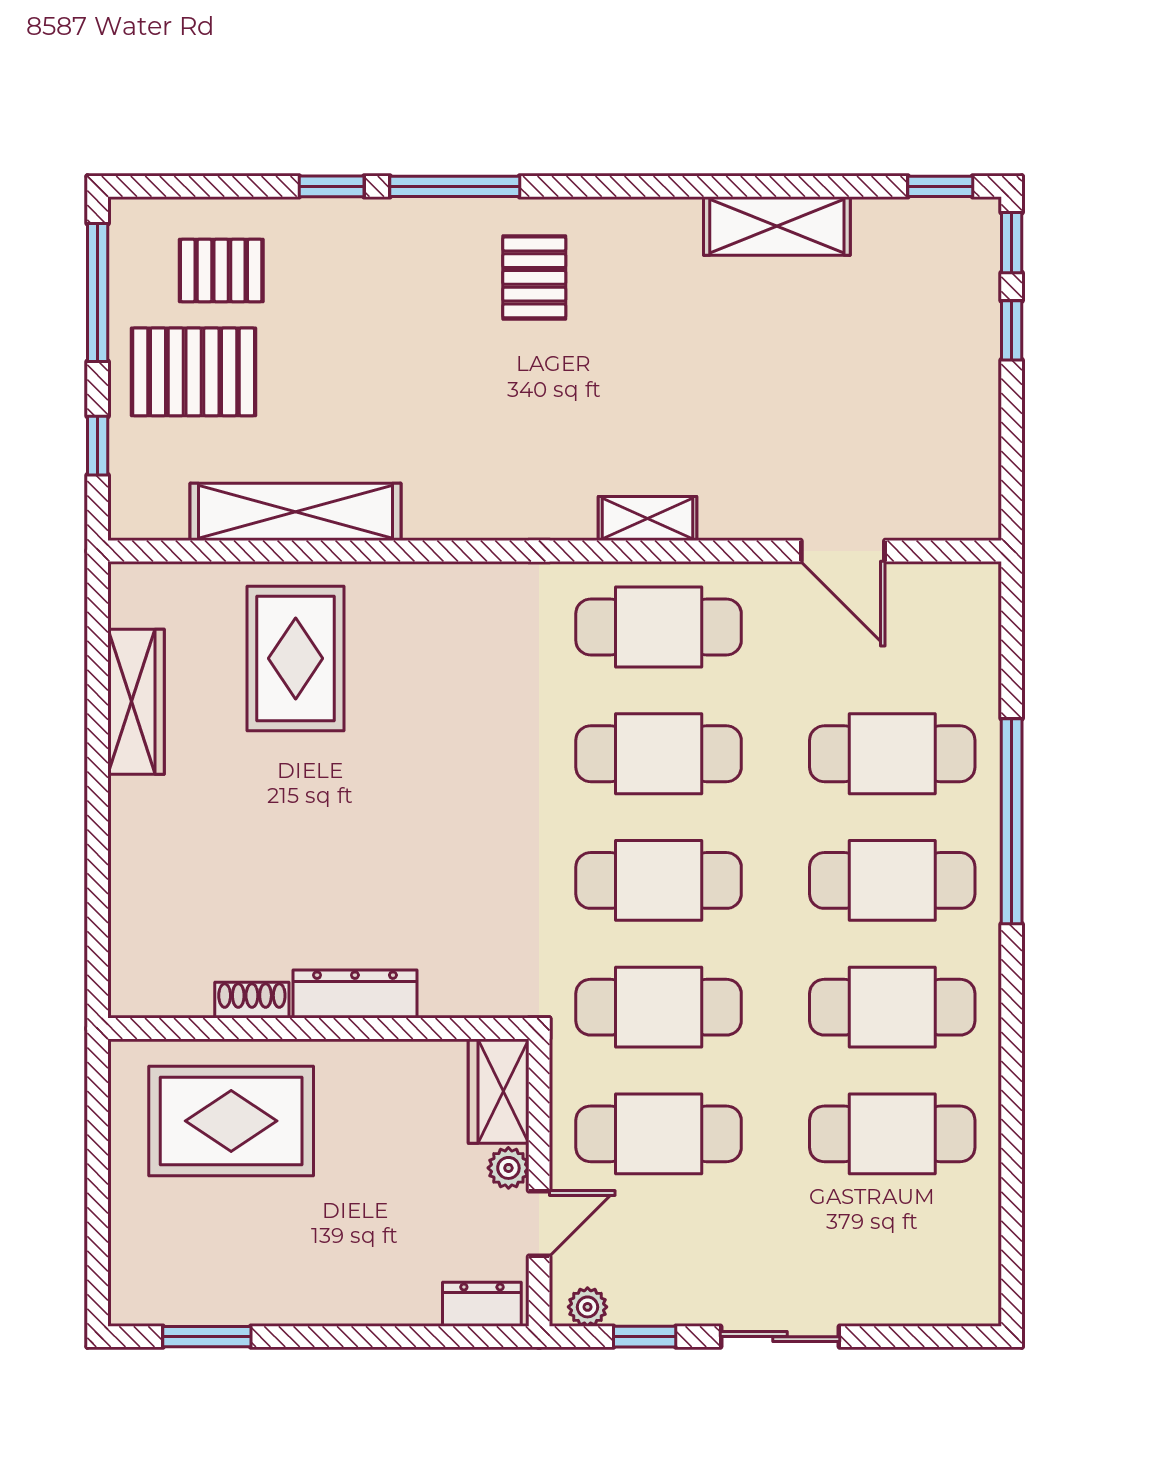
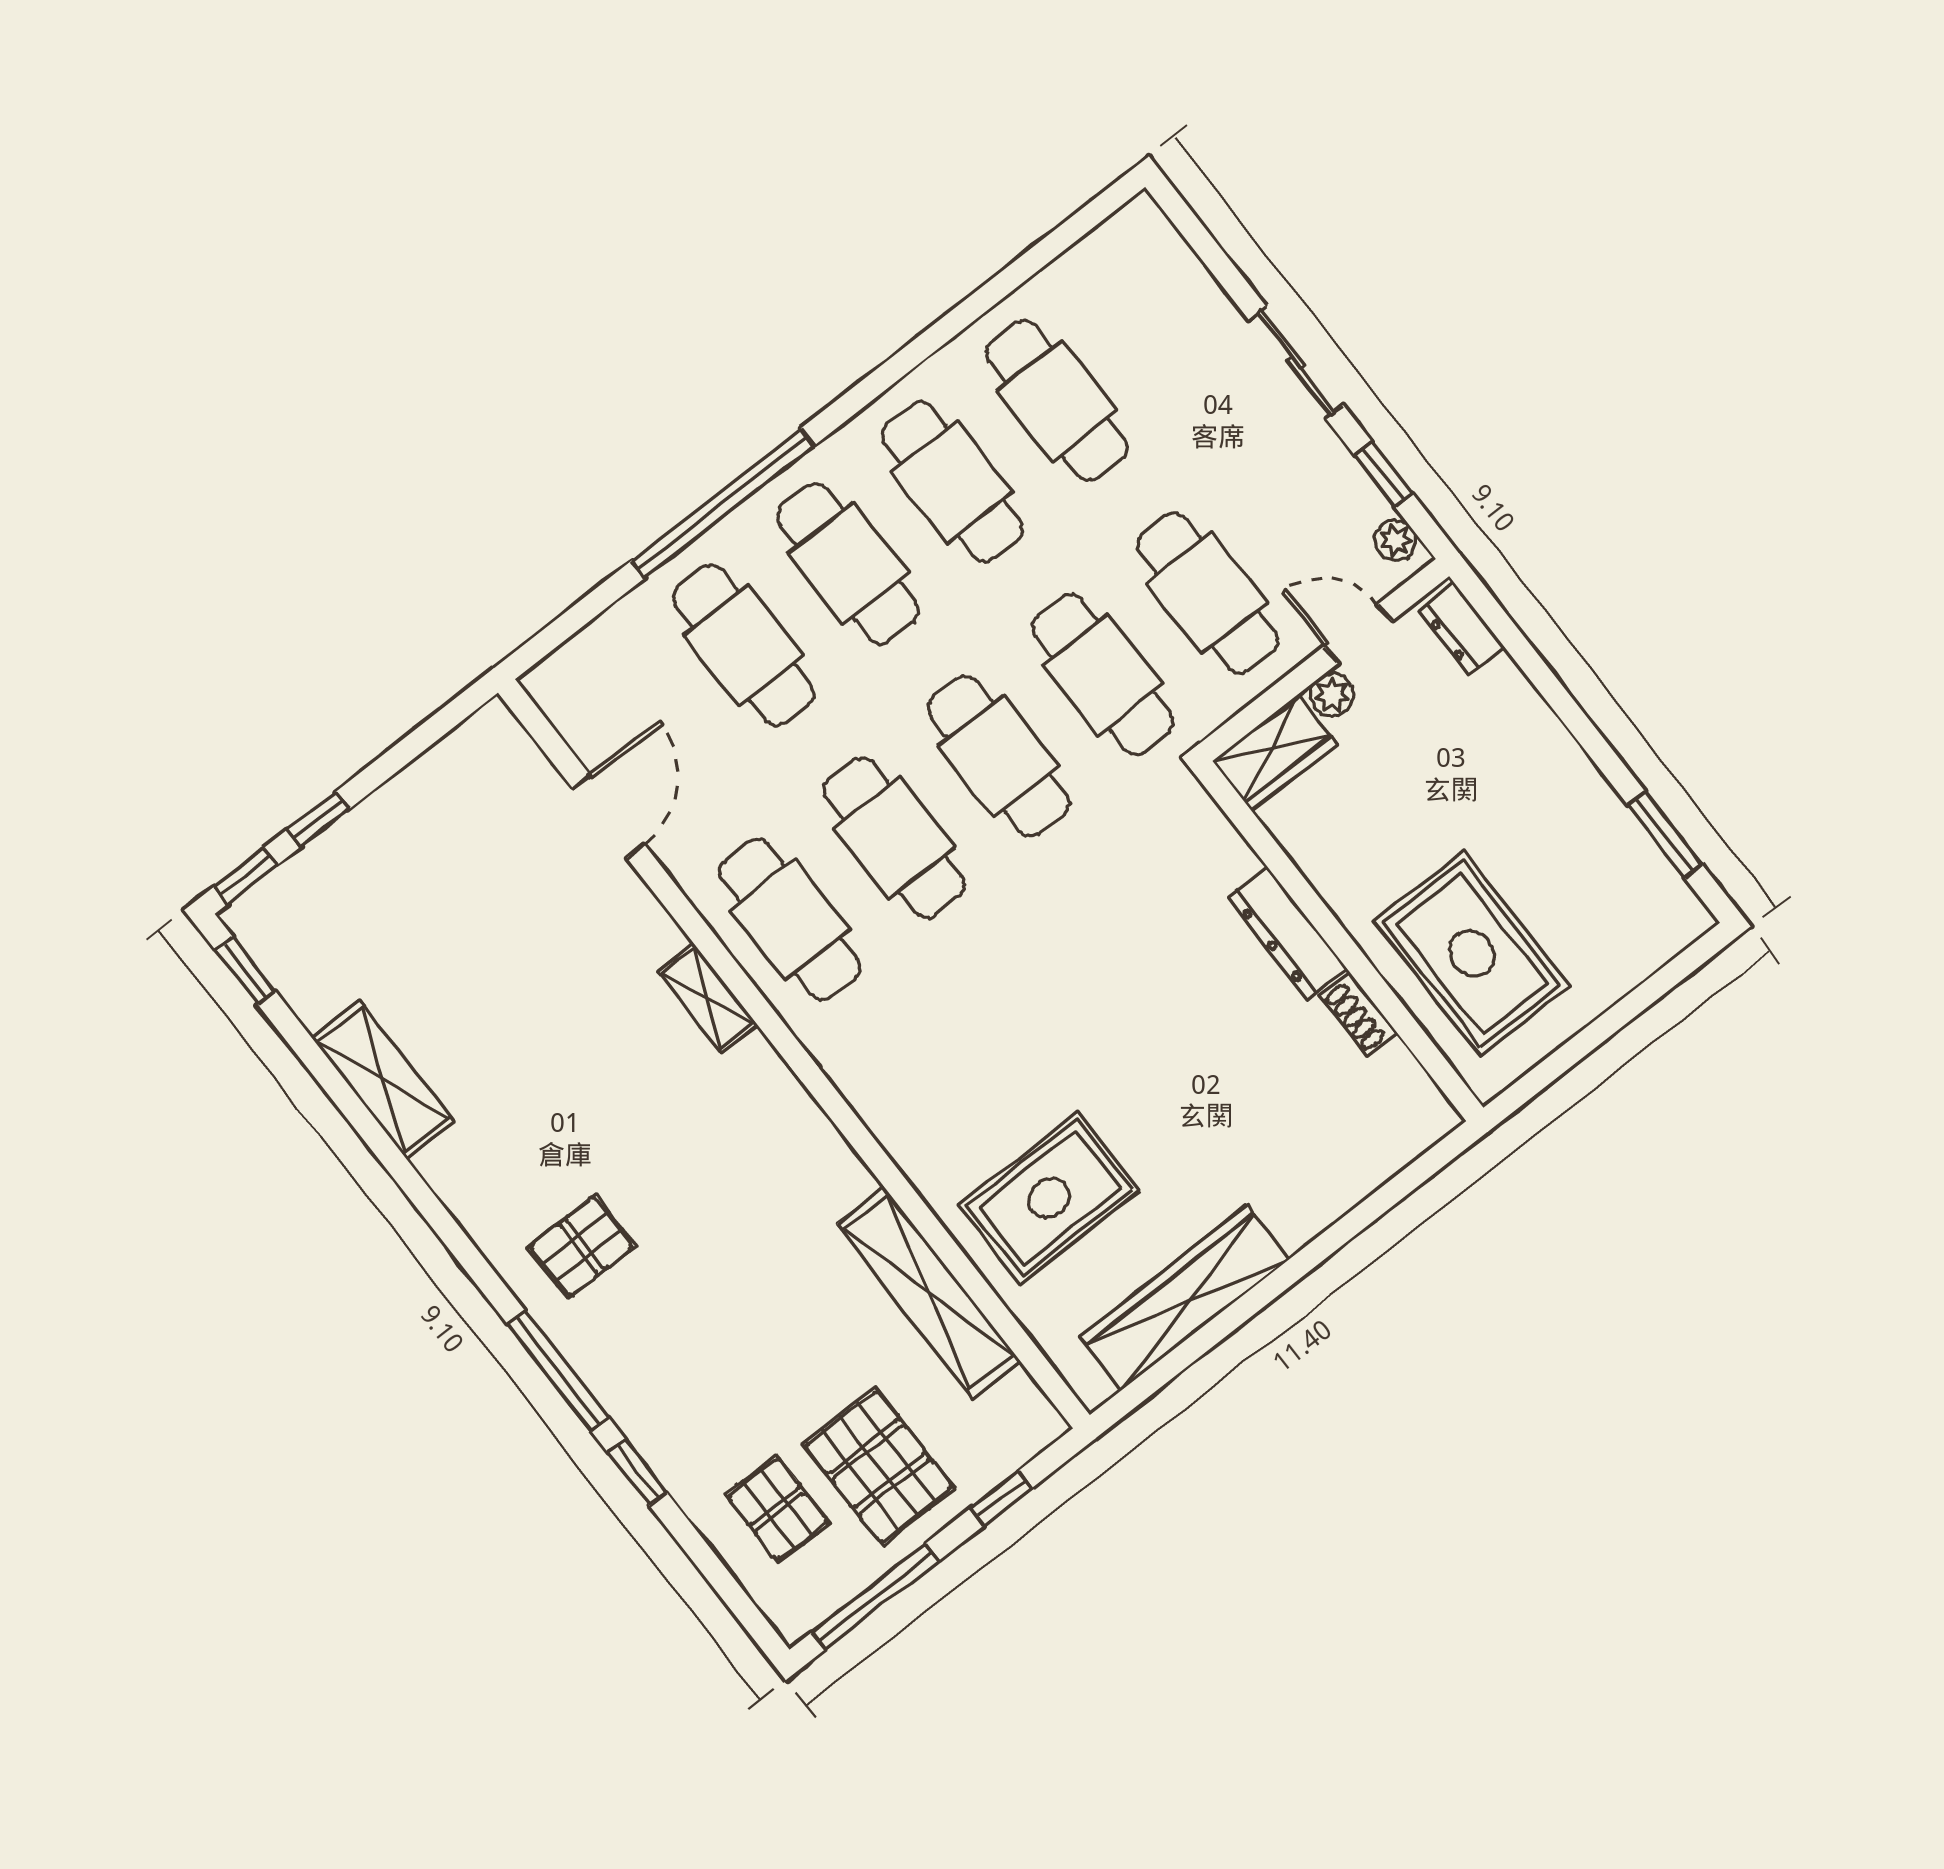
wardrobe: (136, 702) -> (1185, 1298), width x1.40, depth x1.17

